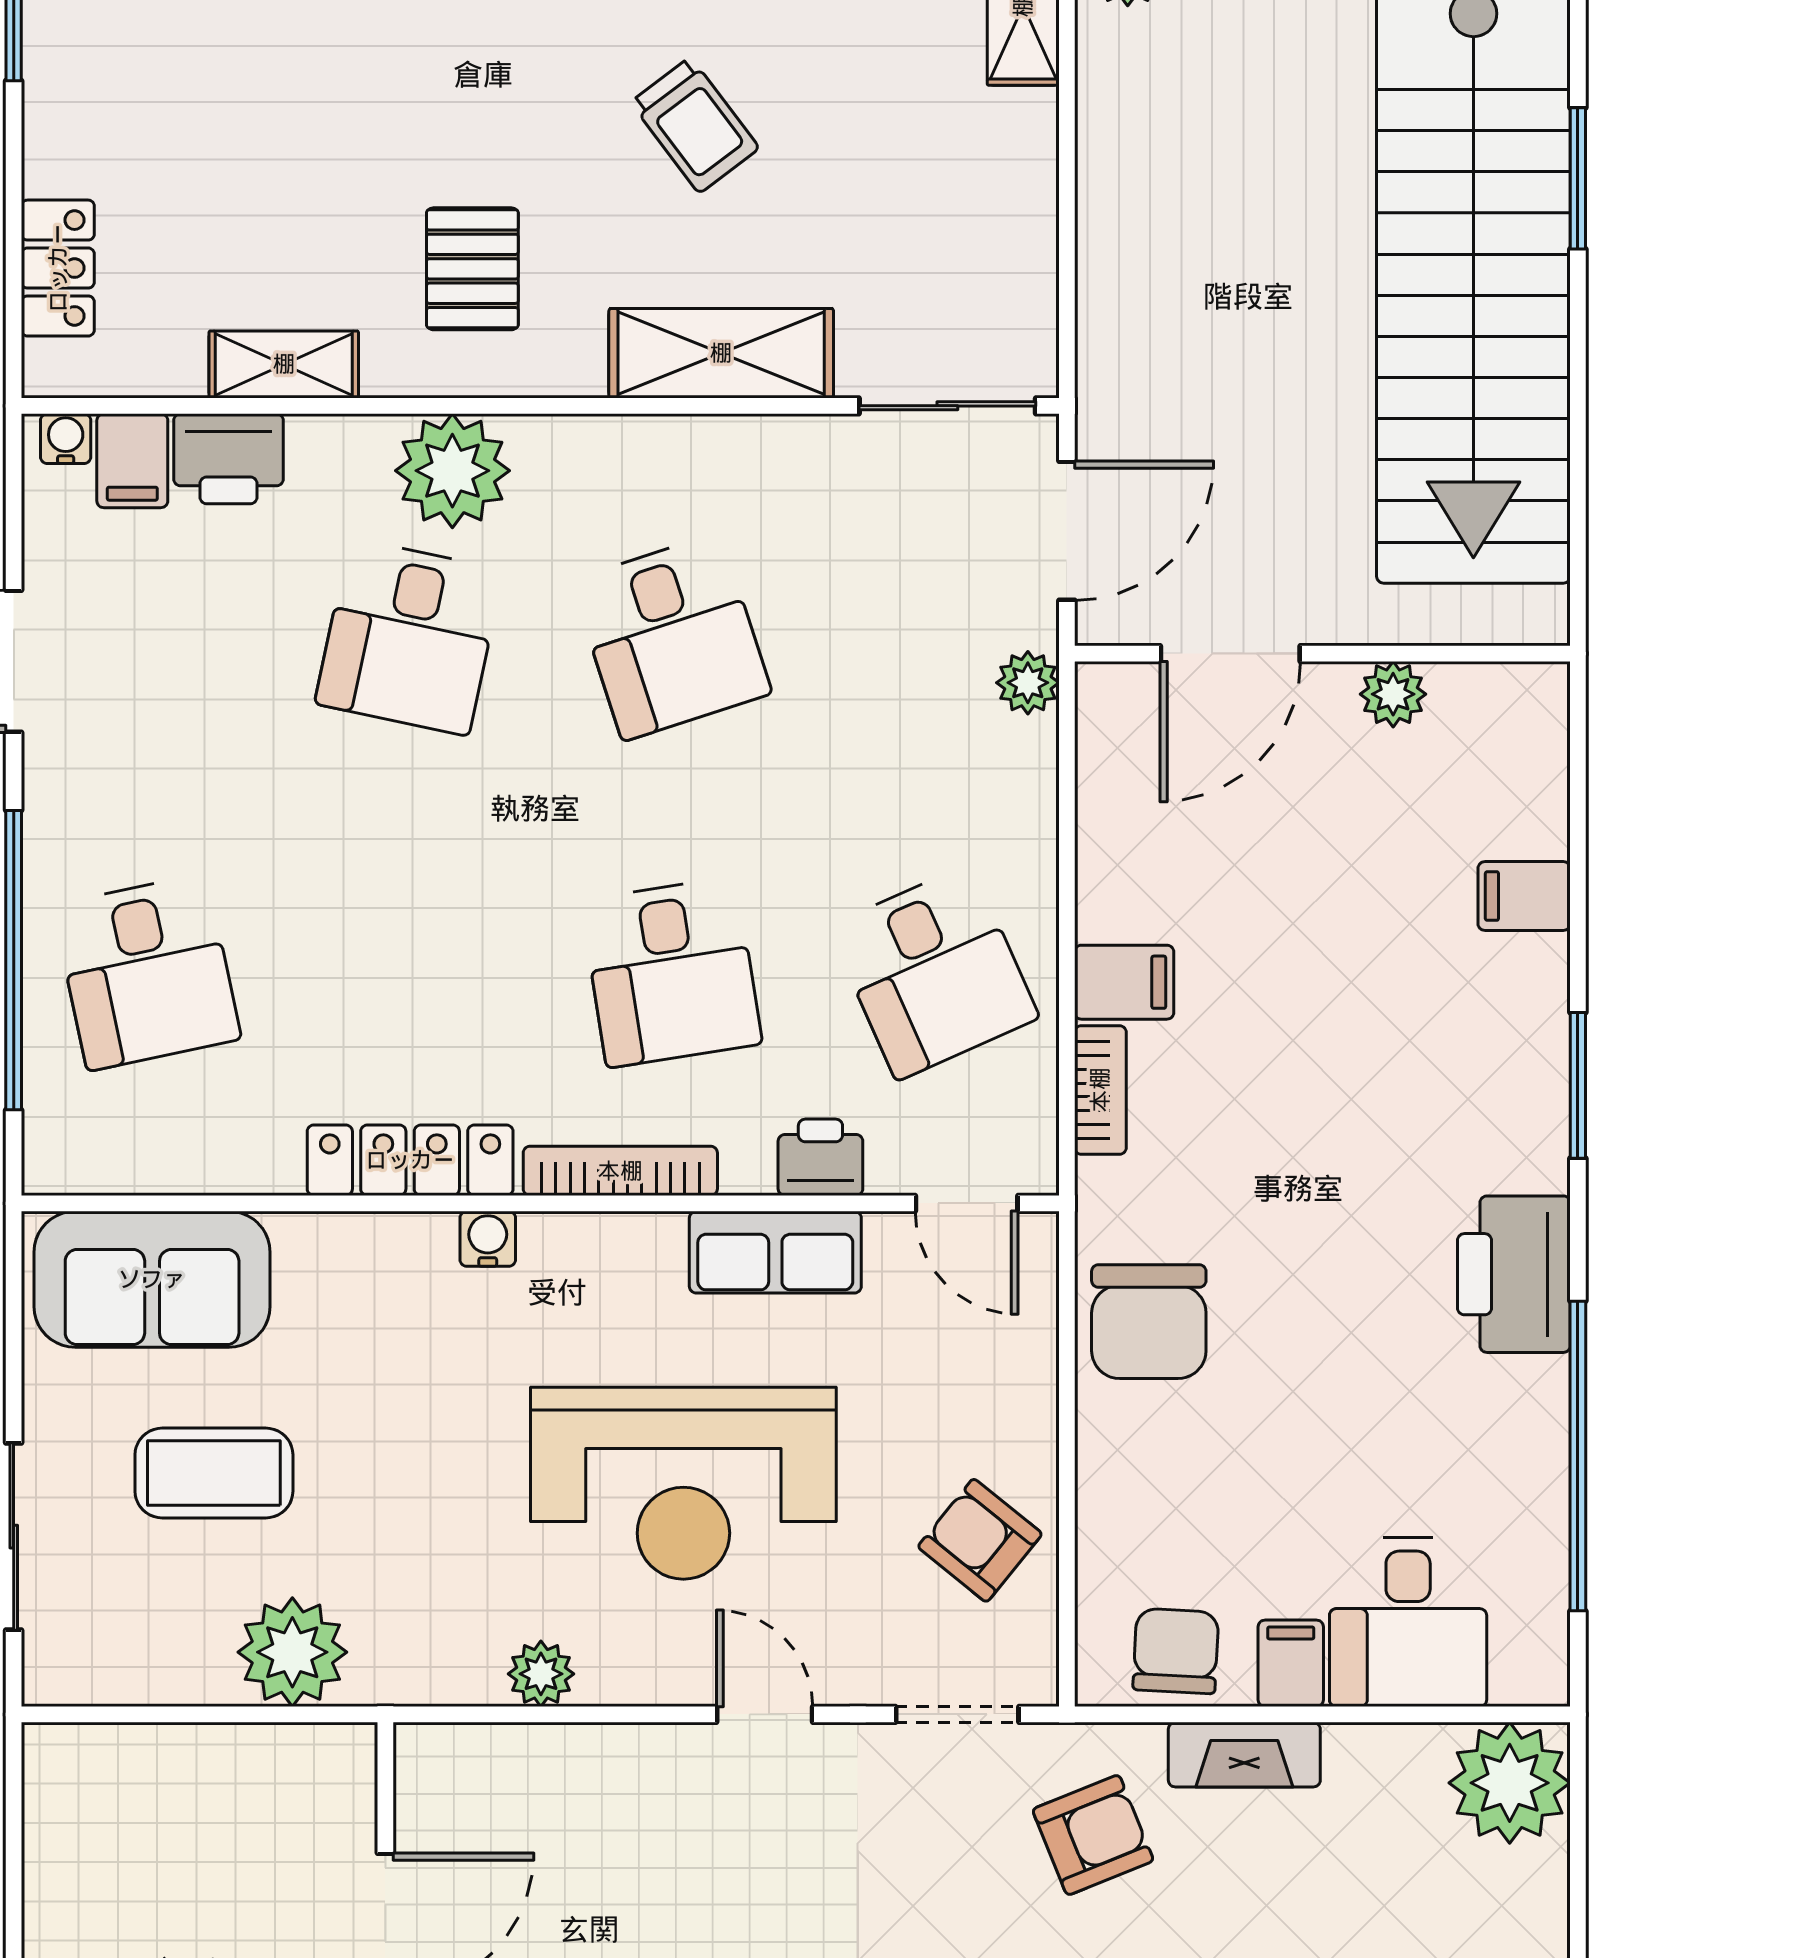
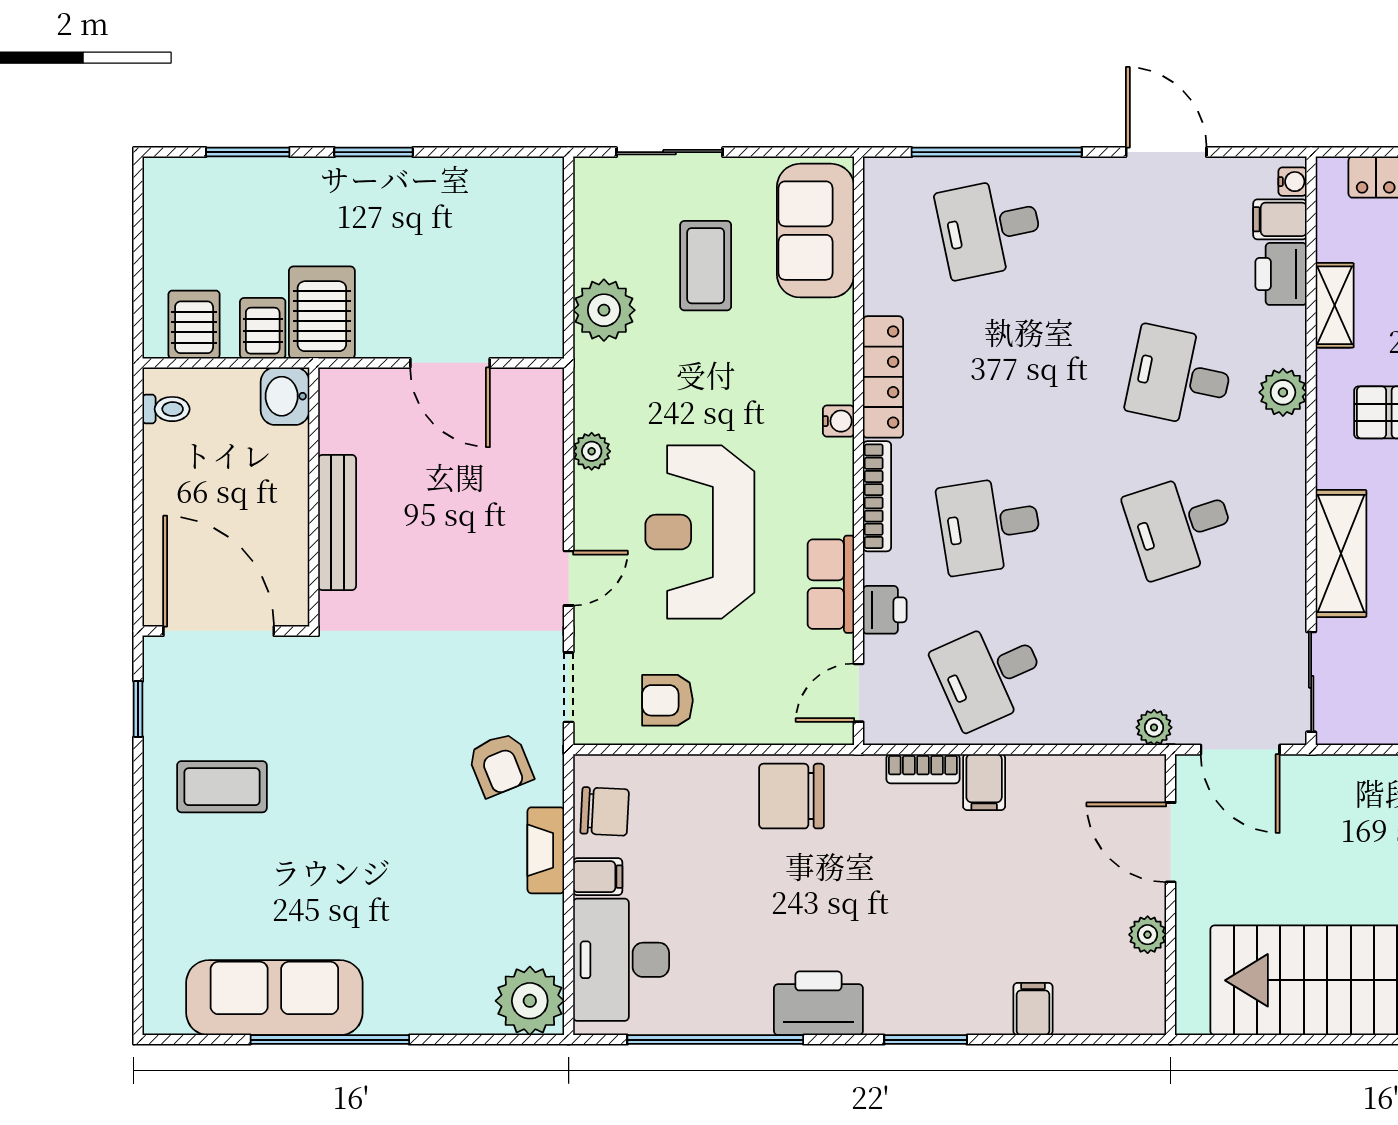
plant: (452, 471) -> (1283, 392), width x0.73, depth x0.73
armchair: (980, 1540) -> (667, 700), turned -129
desk: (1408, 1622) -> (621, 960), width x1.37

